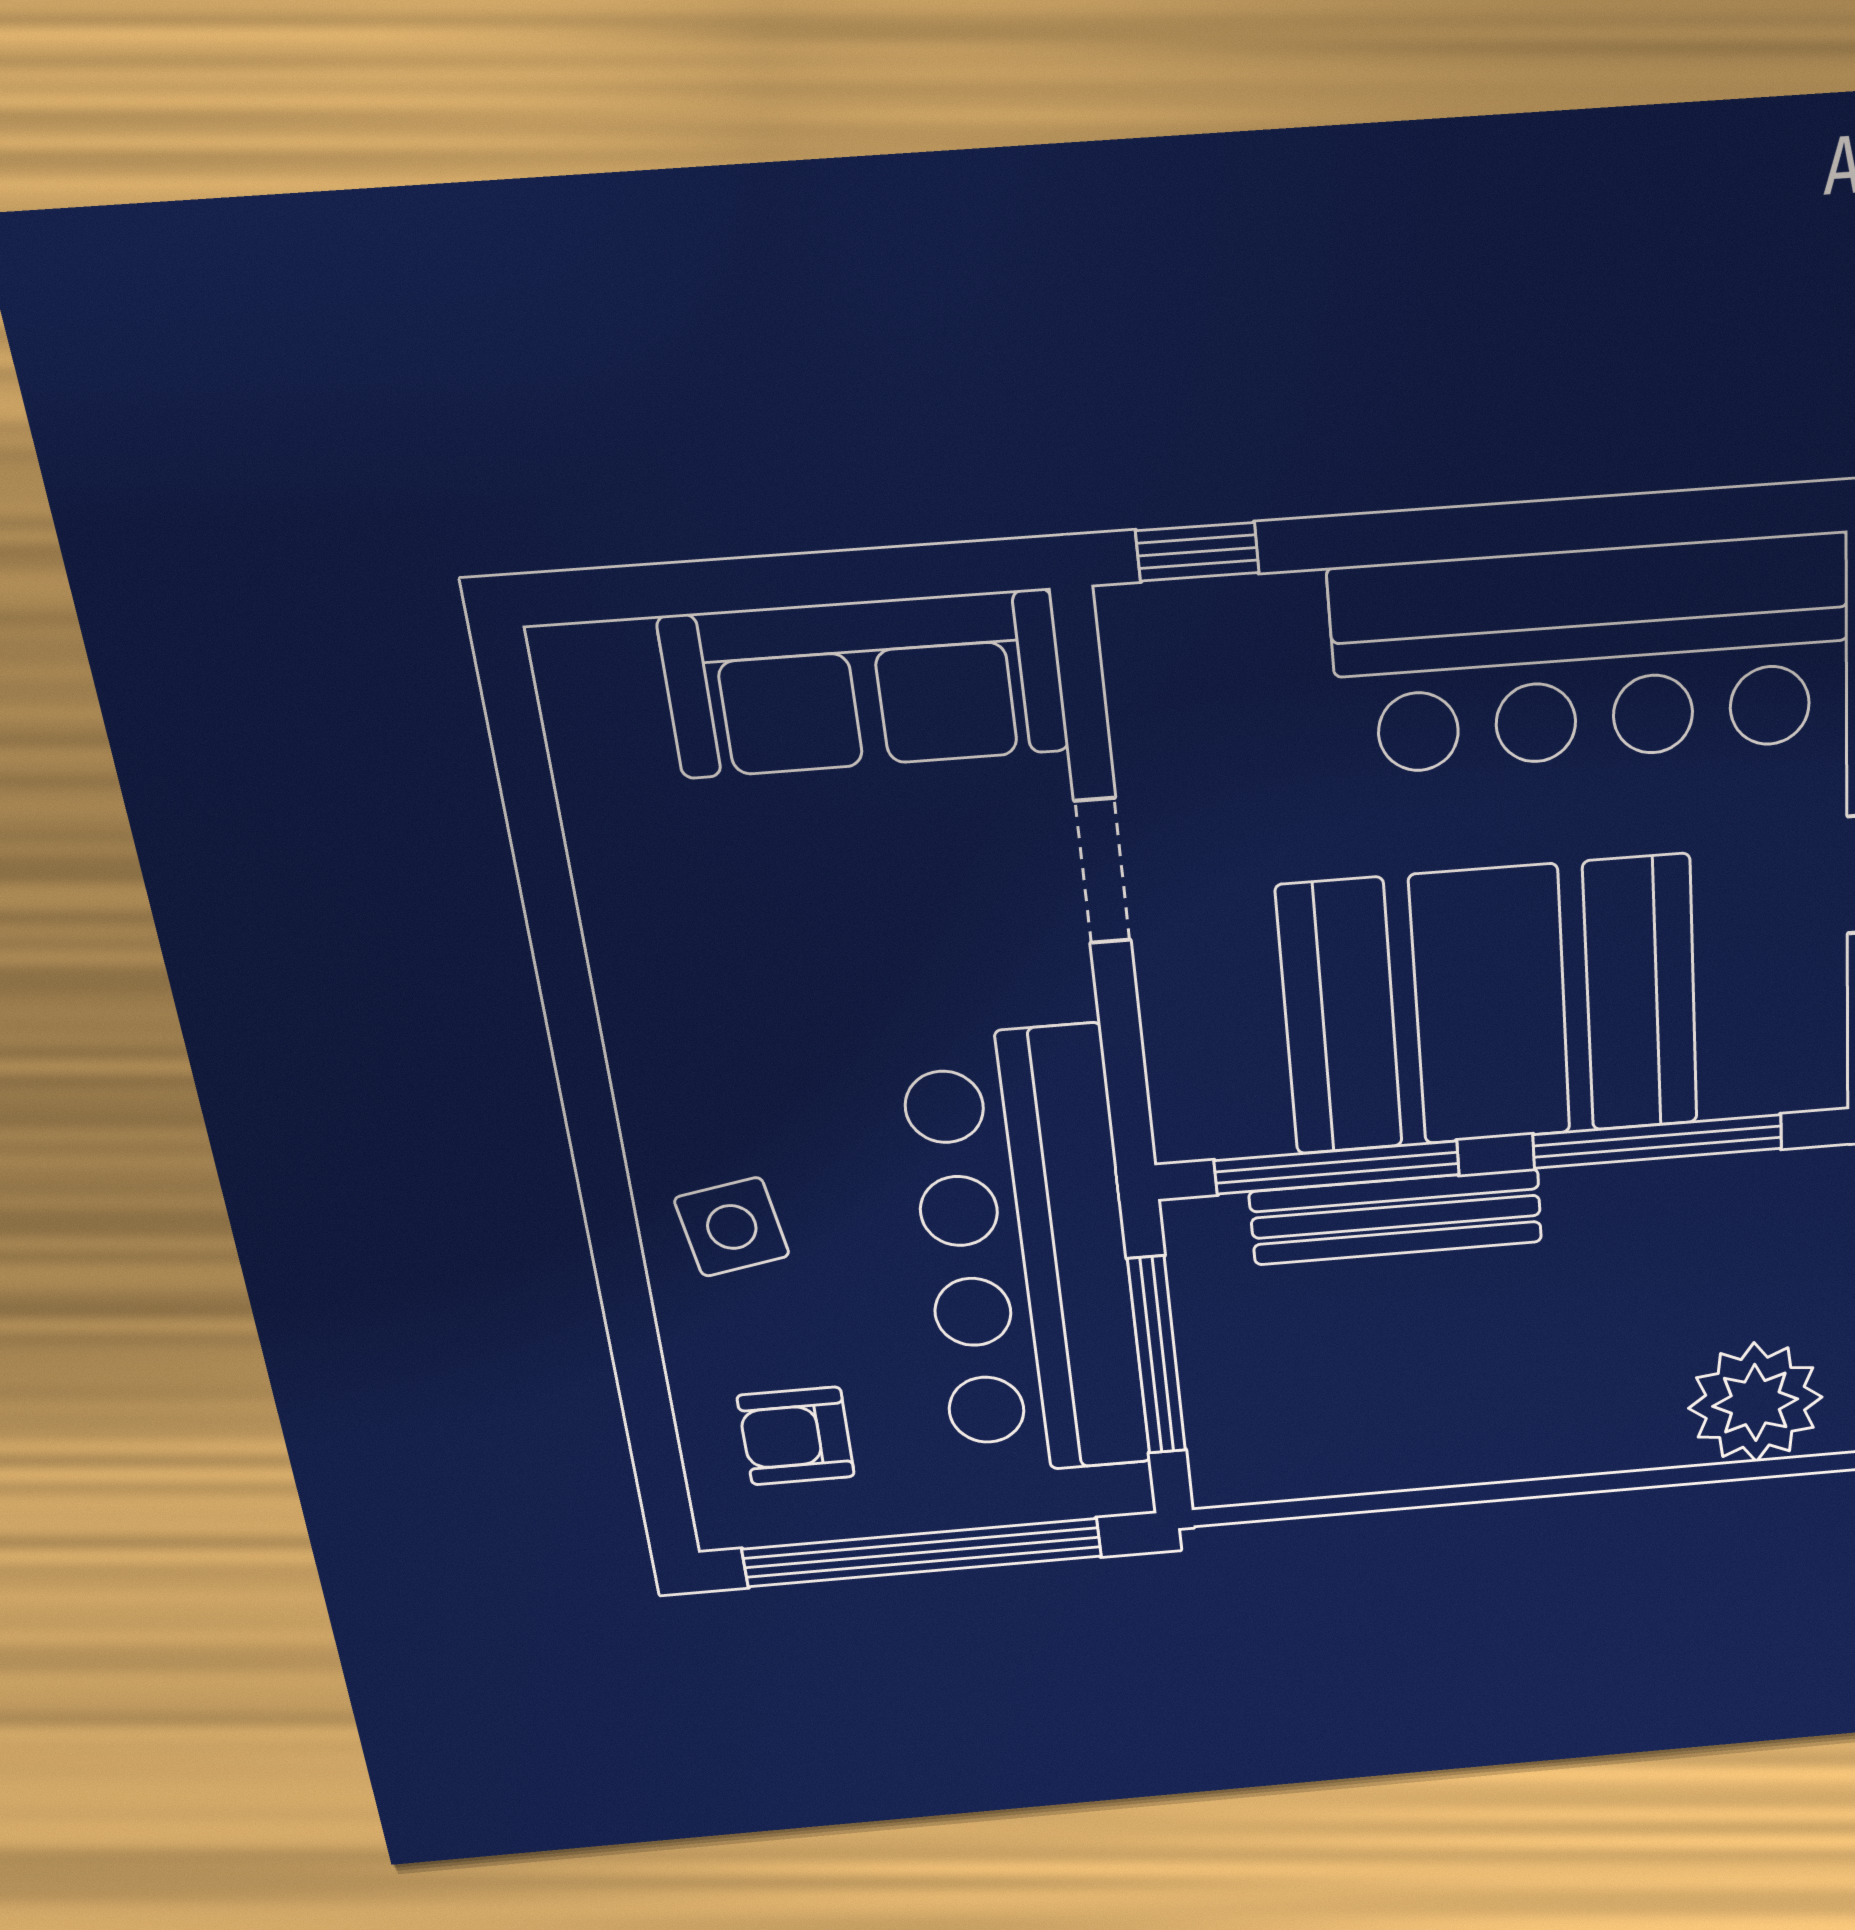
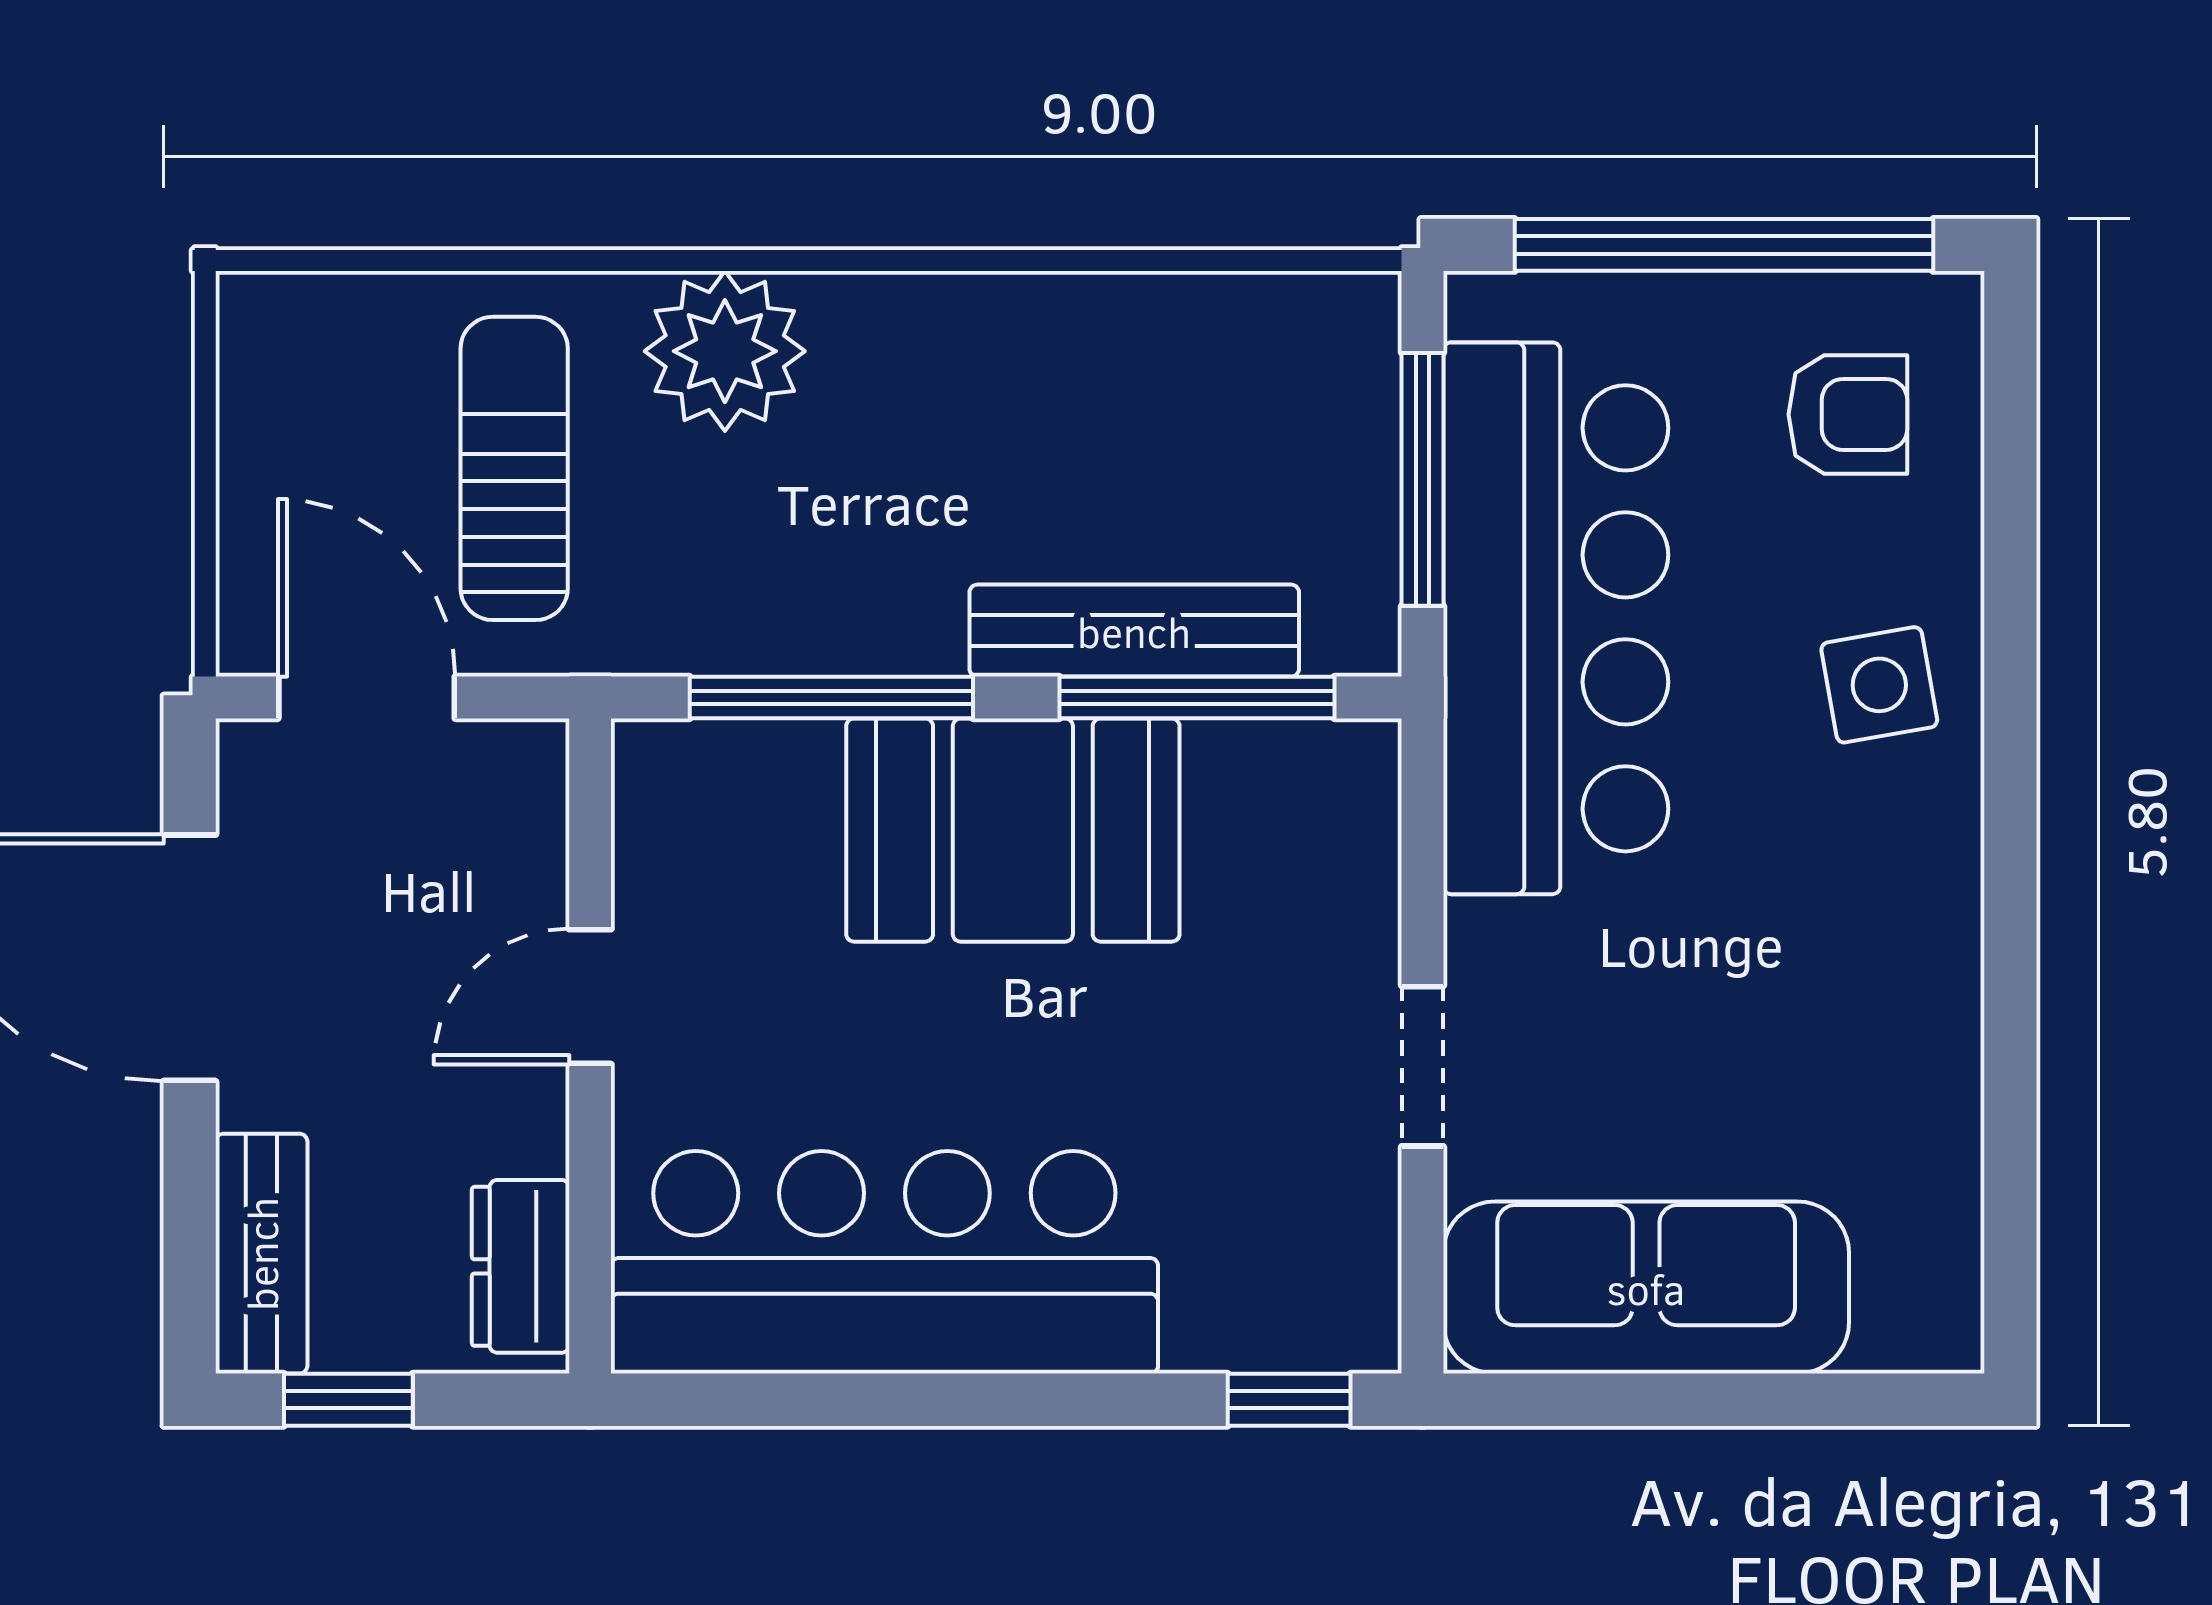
booth: (1490, 1006) -> (1013, 830), width x0.73, depth x0.70

